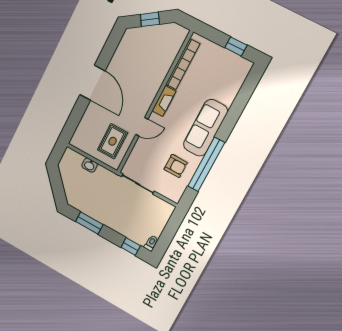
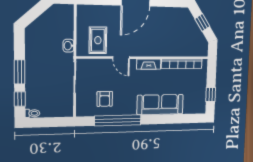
sofa: (205, 128) -> (160, 105), moved
rug: (113, 141) -> (98, 40), turned 90
washbasin: (90, 165) -> (68, 46), moved
window: (89, 223) -> (20, 72), moved

